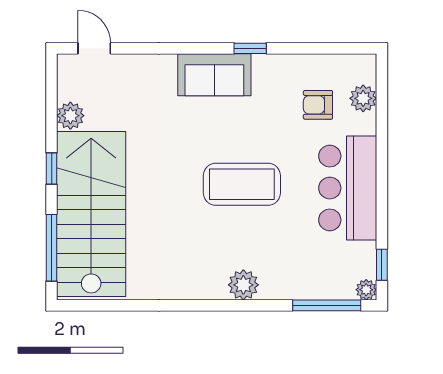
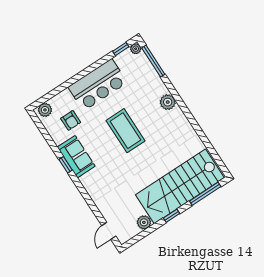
sofa: (214, 75) -> (76, 157), moved
plant: (363, 98) -> (45, 110), moved

